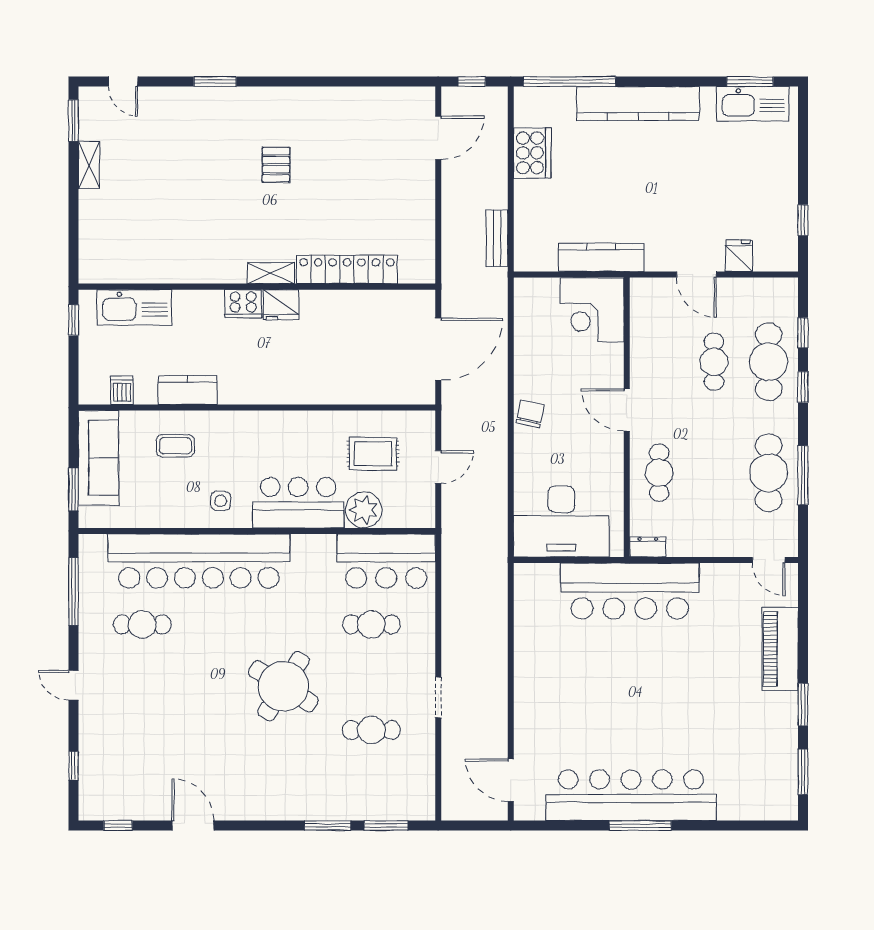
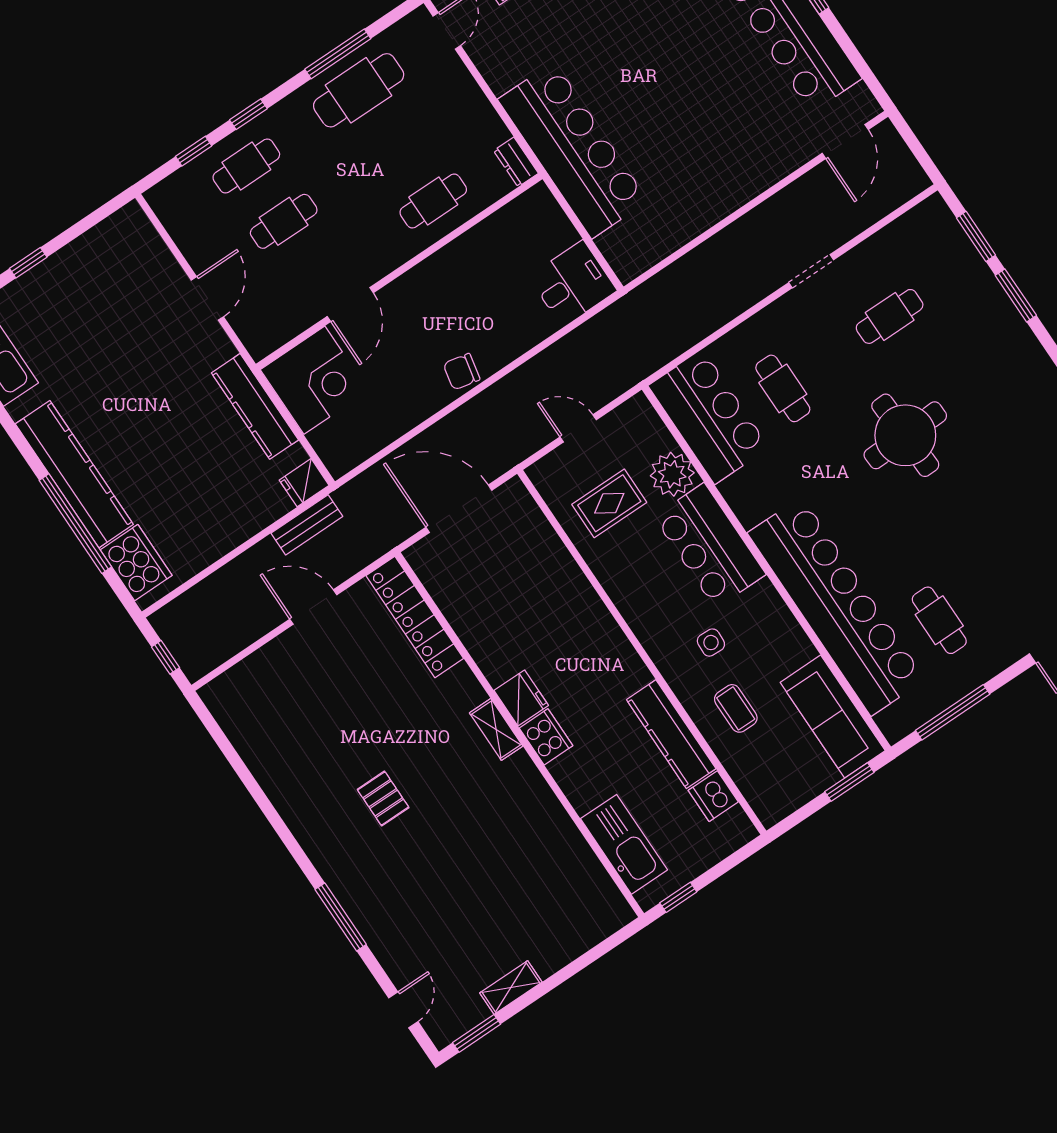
window: (215, 82) -> (341, 917), width x1.44
window: (570, 82) -> (75, 524), moved
door: (438, 138) -> (313, 607), moved
cooker: (532, 153) -> (136, 563), moved, turned 90
pallet: (276, 165) -> (383, 798), turned 90
window: (803, 220) -> (28, 263), moved
fridge: (739, 256) -> (304, 483), moved
locker: (347, 269) -> (415, 617), moved
cafe table: (769, 362) -> (246, 166), width x0.73, depth x0.74
dishwasher: (122, 390) -> (713, 796), width x1.38
kitchen counter: (188, 390) -> (671, 734), width x1.50
door: (627, 410) -> (350, 305), moved
rug: (373, 454) -> (609, 503), turned 90
sofa: (98, 458) -> (833, 716), moved, turned -90
side table: (221, 501) -> (711, 643), moved
desk: (561, 521) -> (573, 284), width x0.53, depth x0.77
round table: (283, 686) -> (905, 435), turned -34
cafe table: (371, 730) -> (890, 316), turned 90

